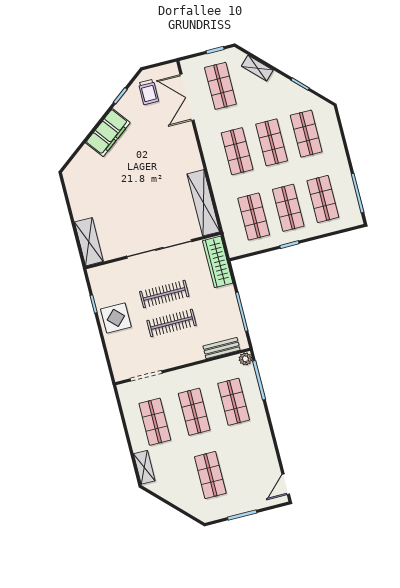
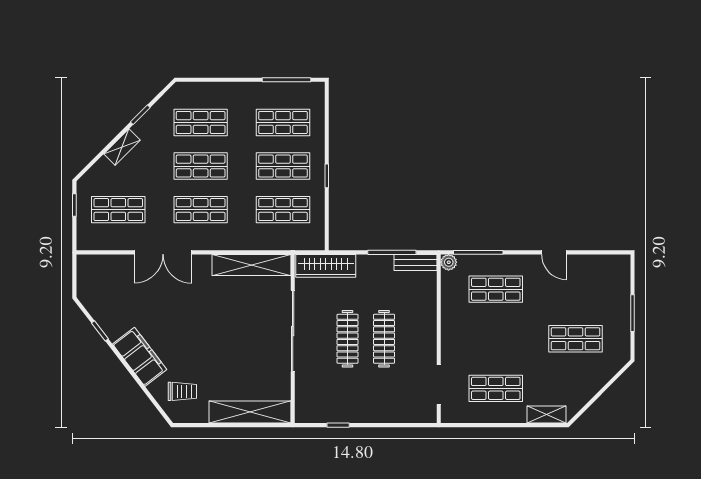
shelving: (257, 68) -> (122, 147), moved
trolley: (148, 92) -> (182, 391), moved
double door: (187, 97) -> (163, 252), moved
shelving: (89, 242) -> (250, 412), width x1.47
display table: (116, 318) -> (361, 403), removed
bench: (222, 348) -> (416, 262), moved, turned 90
shop shelf: (194, 412) -> (496, 339), removed
door: (286, 484) -> (554, 252), moved

